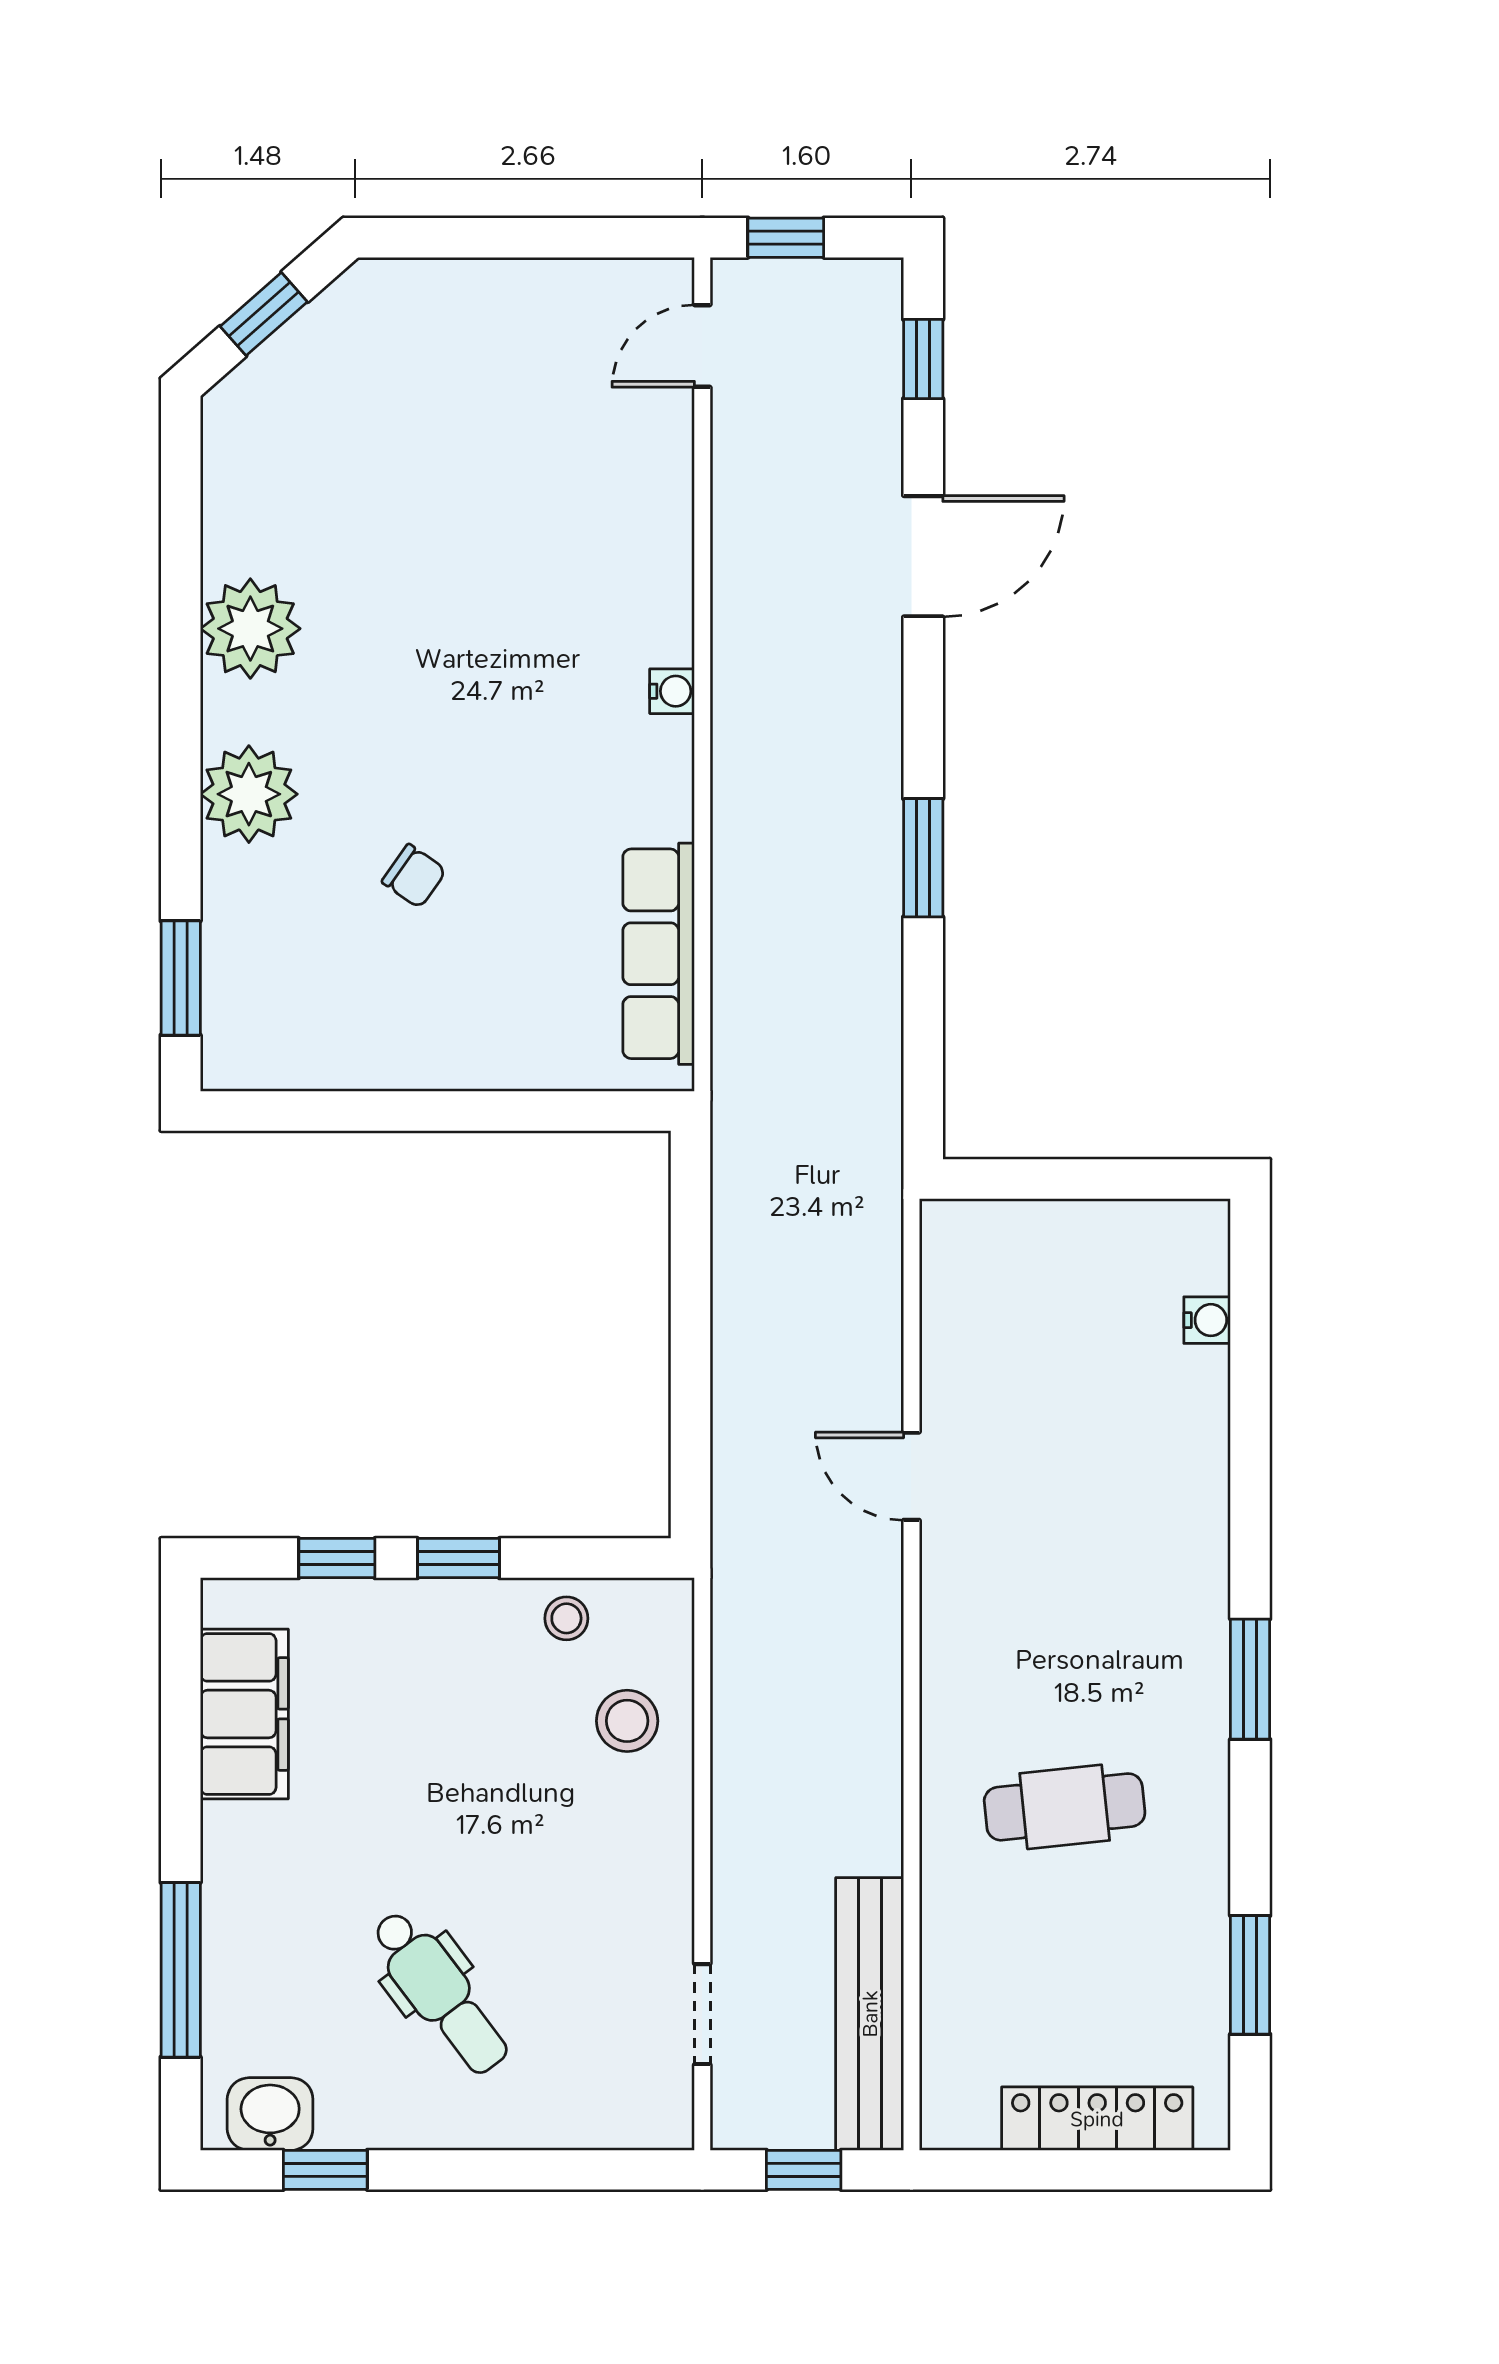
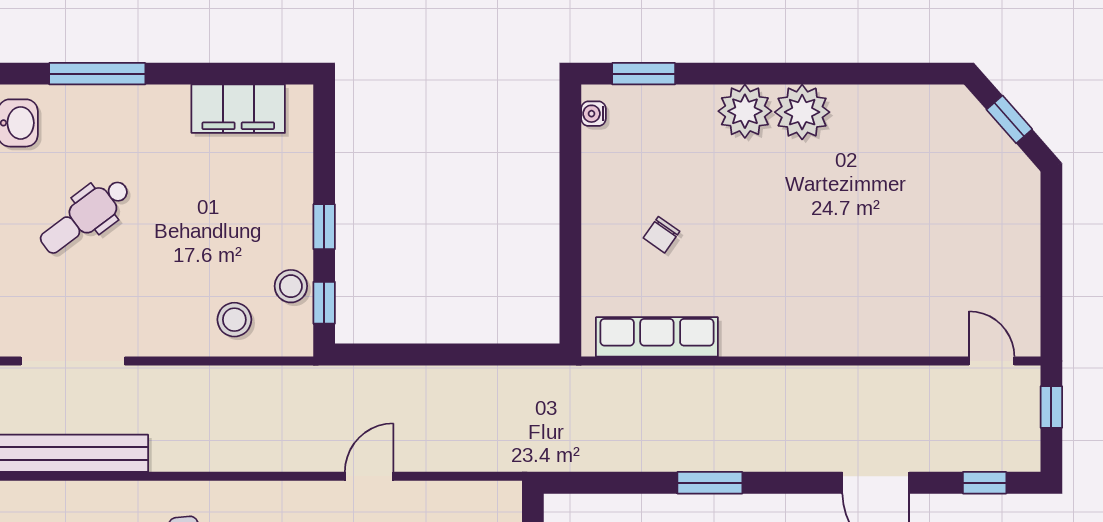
plant: (250, 629) -> (802, 112), moved
water cooler: (672, 691) -> (593, 114), moved, turned 90
chair: (414, 876) -> (662, 235), moved
window: (337, 1558) -> (324, 303), moved
stool: (566, 1618) -> (291, 286), width x1.37, depth x1.37
doorway: (702, 2014) -> (73, 361), width x1.88

